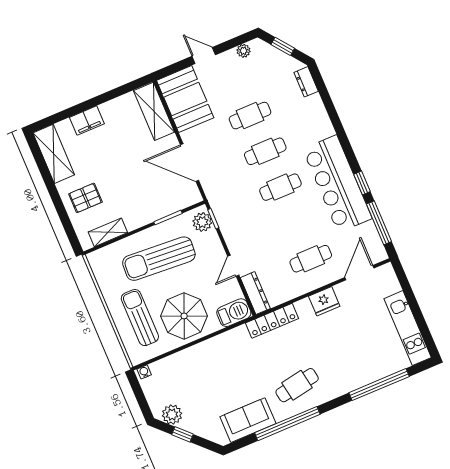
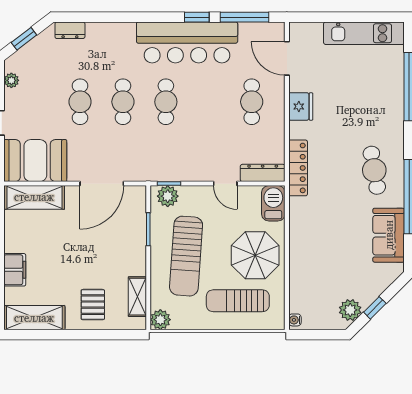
plant: (97, 260) -> (160, 320), added

